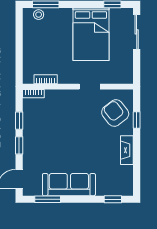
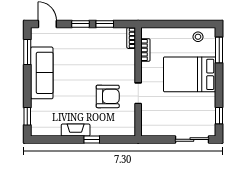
stool: (39, 15) -> (198, 37), moved
bed: (91, 34) -> (190, 74), moved
armchair: (115, 113) -> (108, 96), moved, turned 38
window: (137, 120) -> (92, 139), moved

